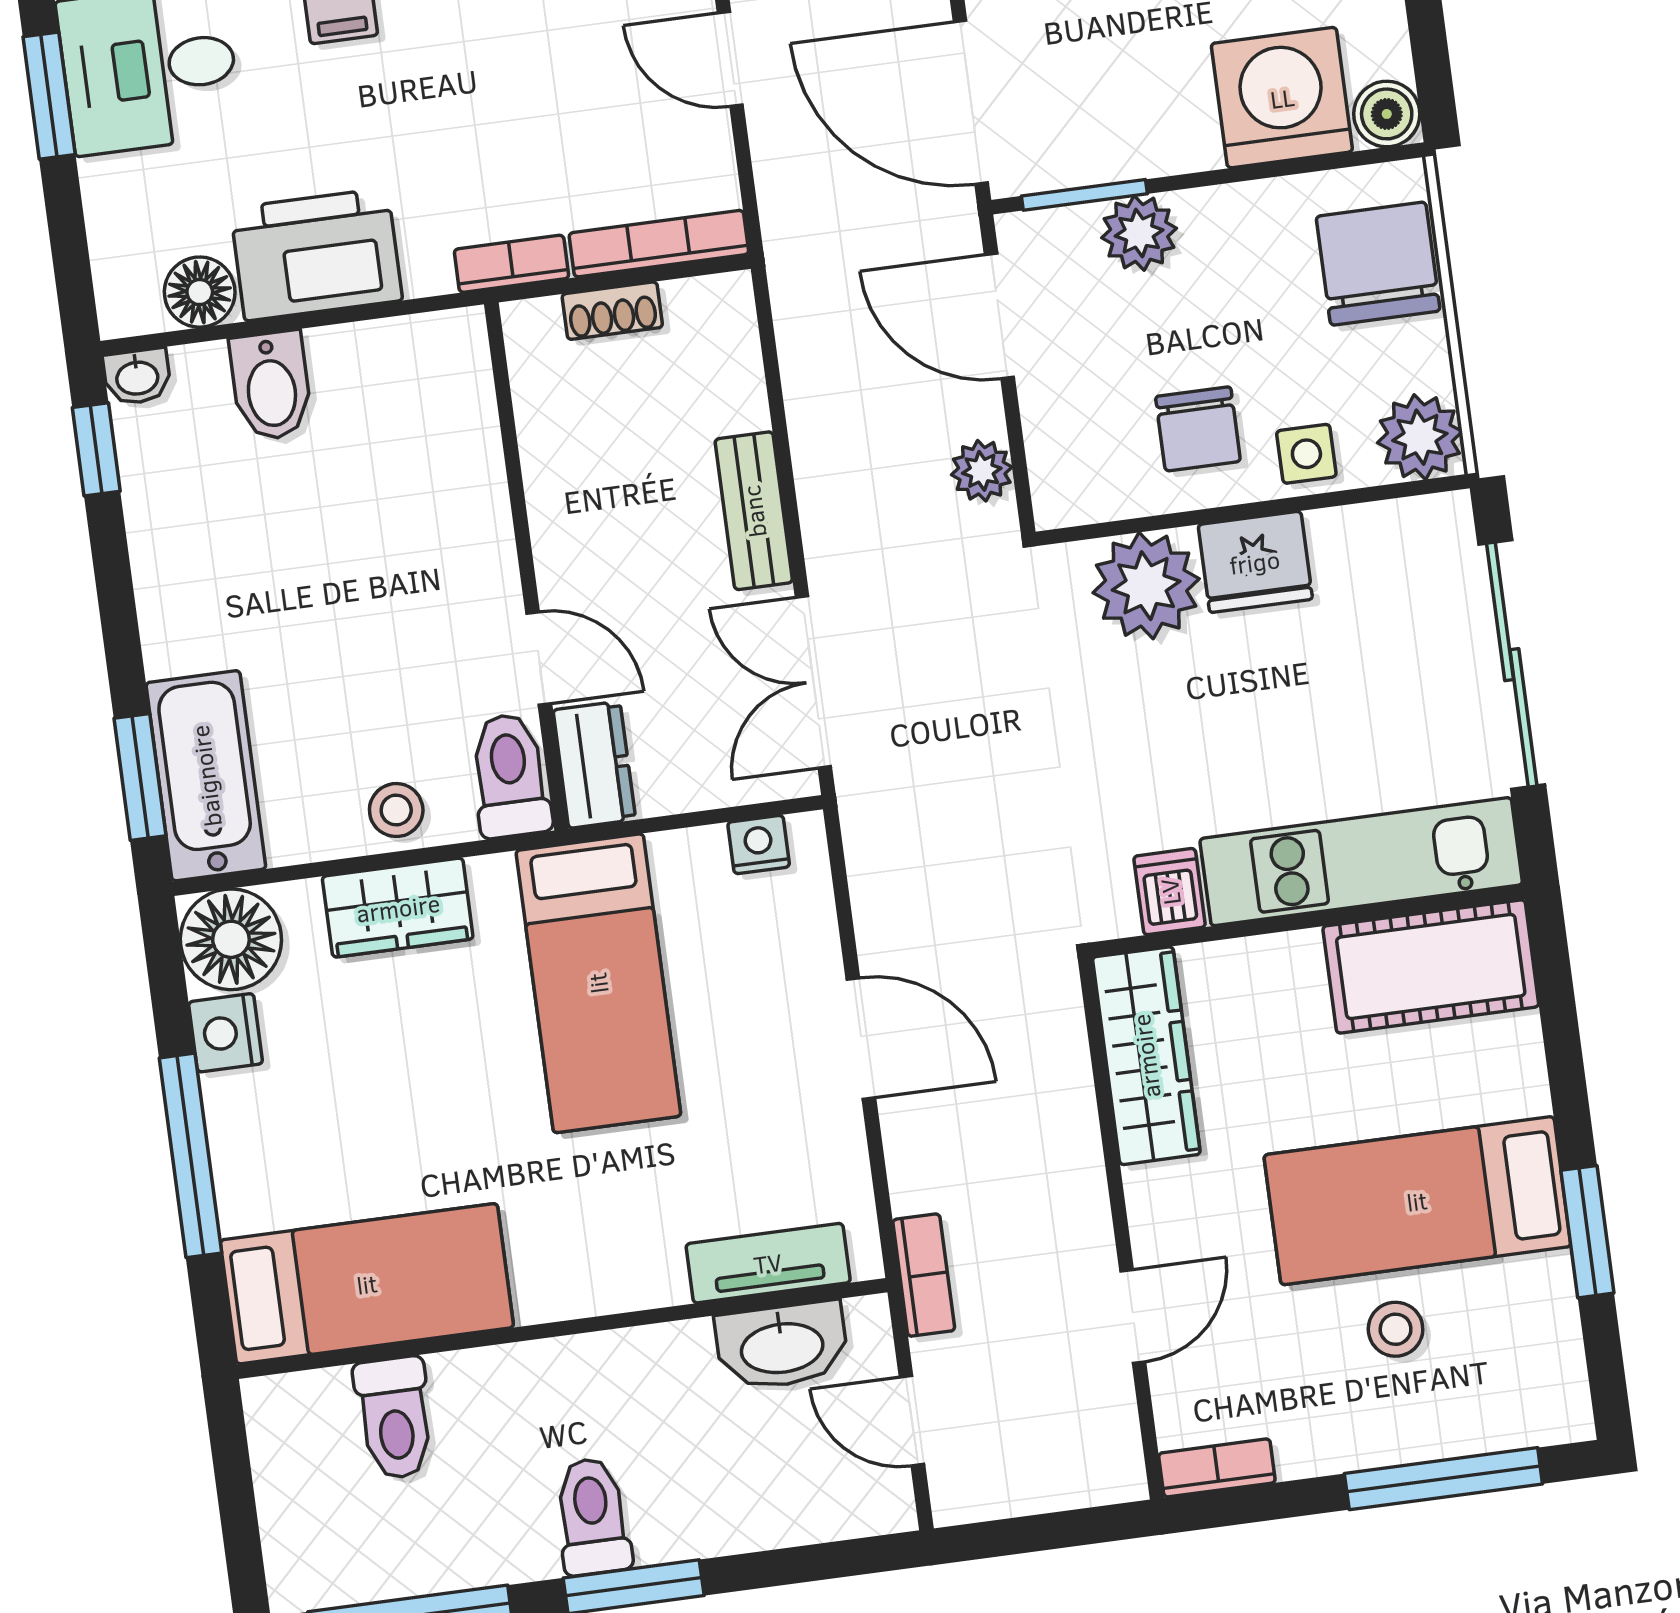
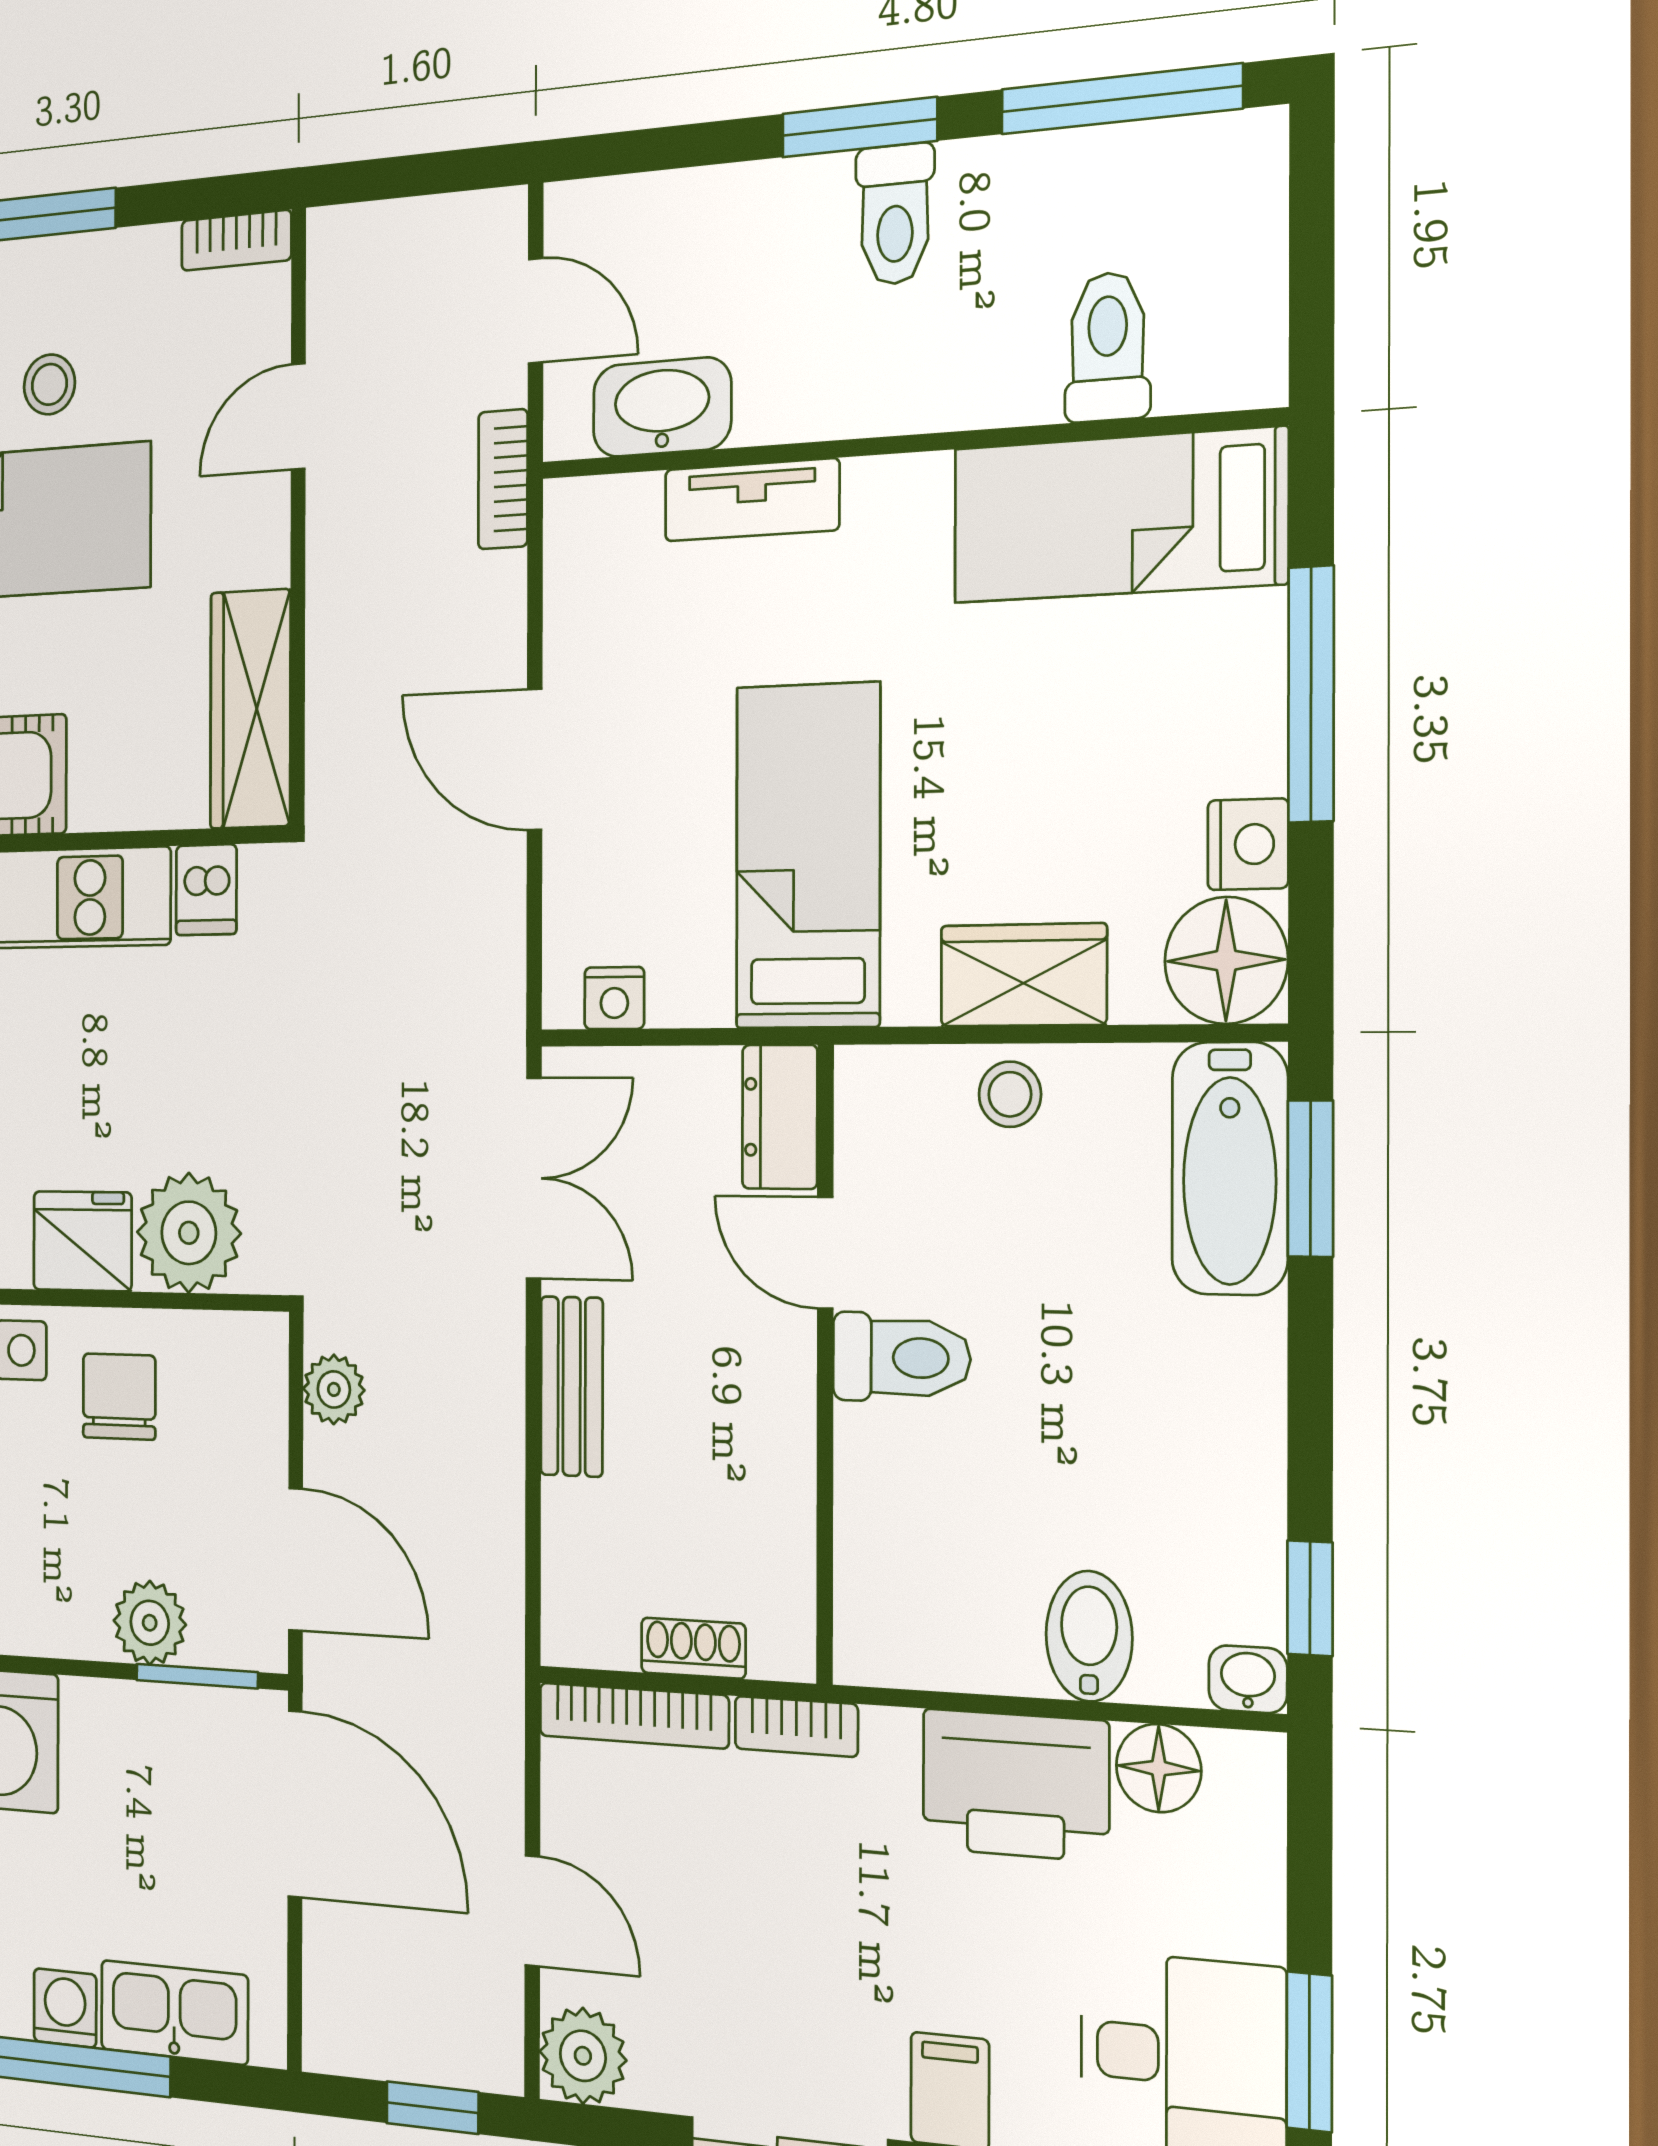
toilet: (510, 776) -> (901, 1358), moved, turned -90
tv unit: (768, 1263) -> (752, 500), moved

